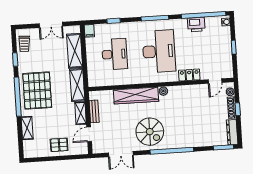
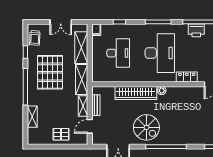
pallet: (37, 91) -> (50, 72), moved

